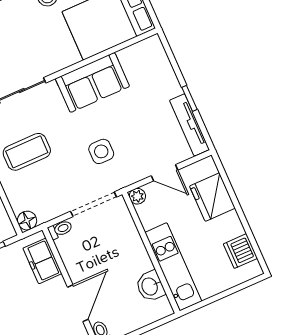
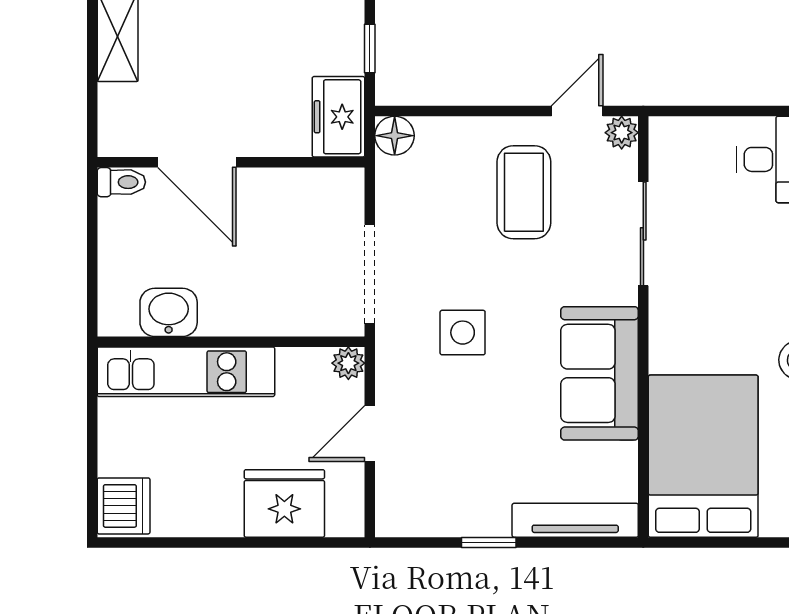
tv unit: (189, 125) -> (575, 520), moved
toilet: (60, 229) -> (350, 191), removed
dishwasher: (240, 251) -> (124, 506), moved, turned 90
freezer: (42, 261) -> (339, 117), moved, turned -90

